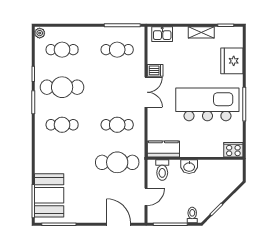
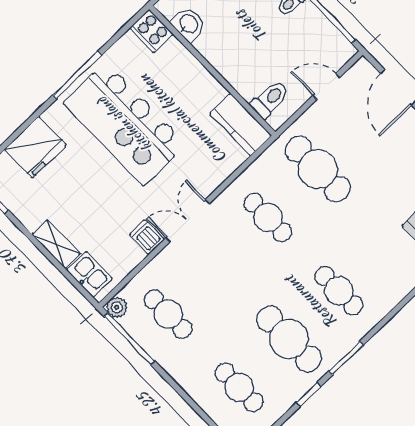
plant: (139, 32) -> (117, 307), added
shelving: (201, 32) -> (56, 244), moved
washbasin: (189, 167) -> (189, 24), moved

